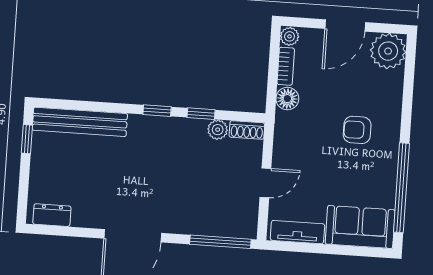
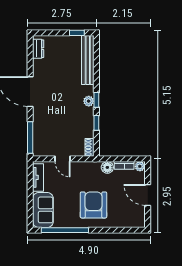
plant: (388, 51) -> (136, 218), removed
plant: (218, 130) -> (89, 101), moved
armchair: (357, 130) -> (93, 205), width x1.88, depth x1.88

